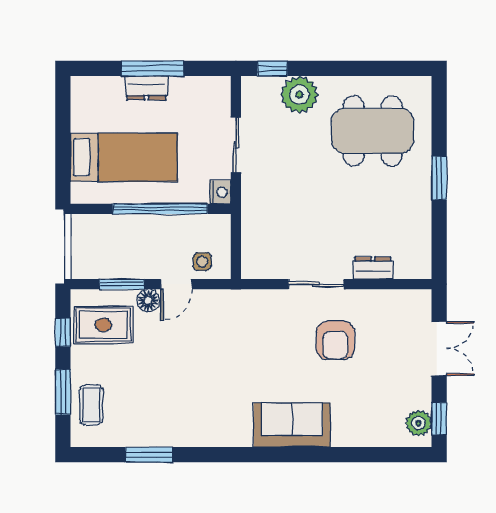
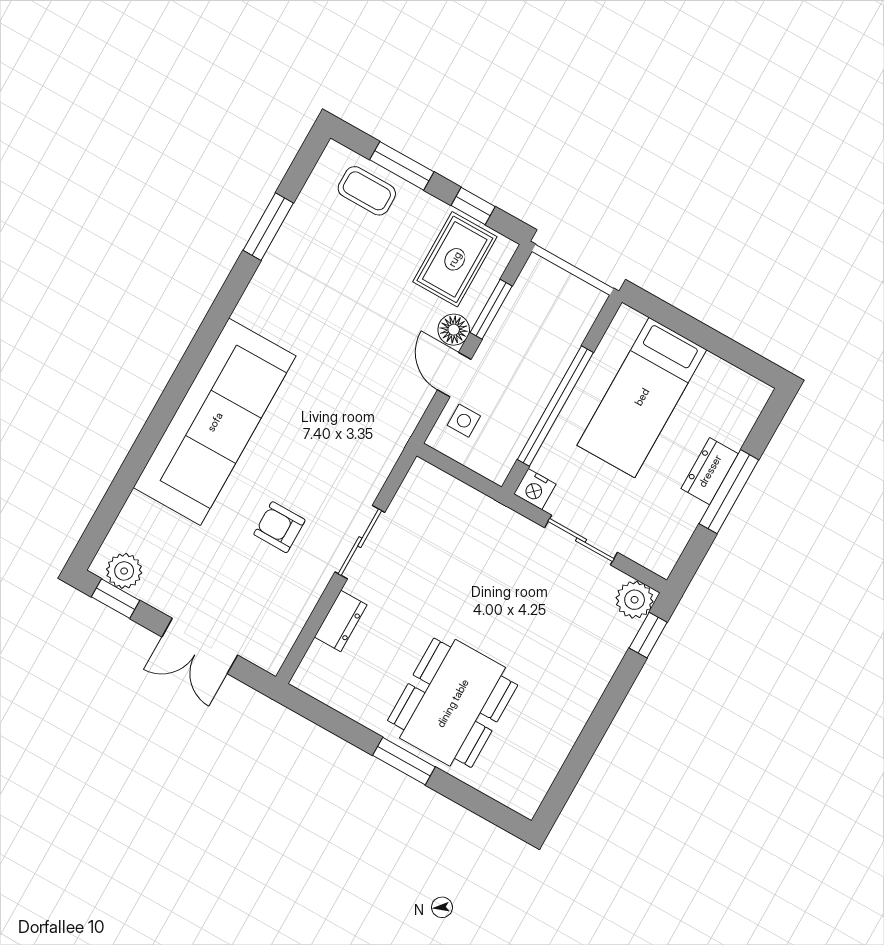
plant: (299, 95) -> (635, 600), moved, width x0.73, depth x0.73
dining table: (373, 131) -> (453, 703), moved
armchair: (335, 340) -> (279, 527), width x0.72, depth x0.72
sofa: (292, 425) -> (215, 422), width x1.85, depth x1.27

